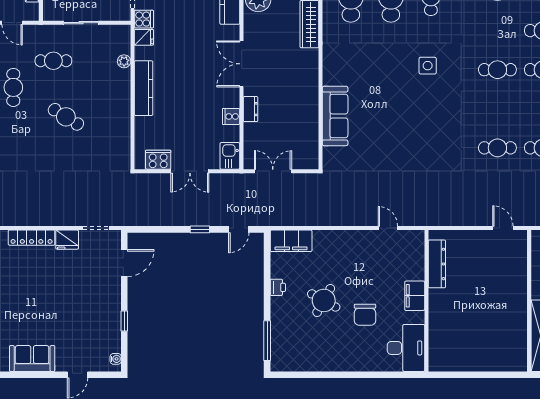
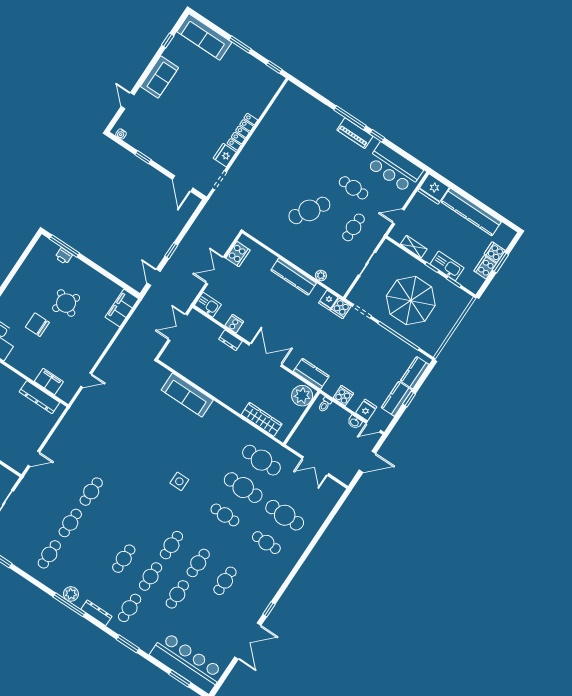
cafe table: (497, 70) -> (171, 545), moved
cafe table: (66, 117) -> (309, 210), width x1.37, depth x1.35
double door: (273, 171) -> (178, 327), swing flipped
printer: (278, 287) -> (64, 256), moved
filing cabinet: (415, 296) -> (49, 382), moved

